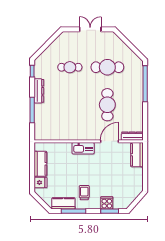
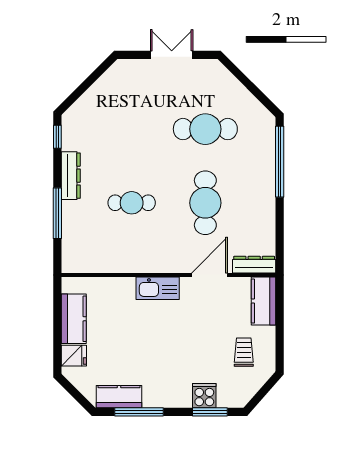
cafe table: (70, 67) -> (132, 203), moved
trolley: (84, 193) -> (244, 352), moved

